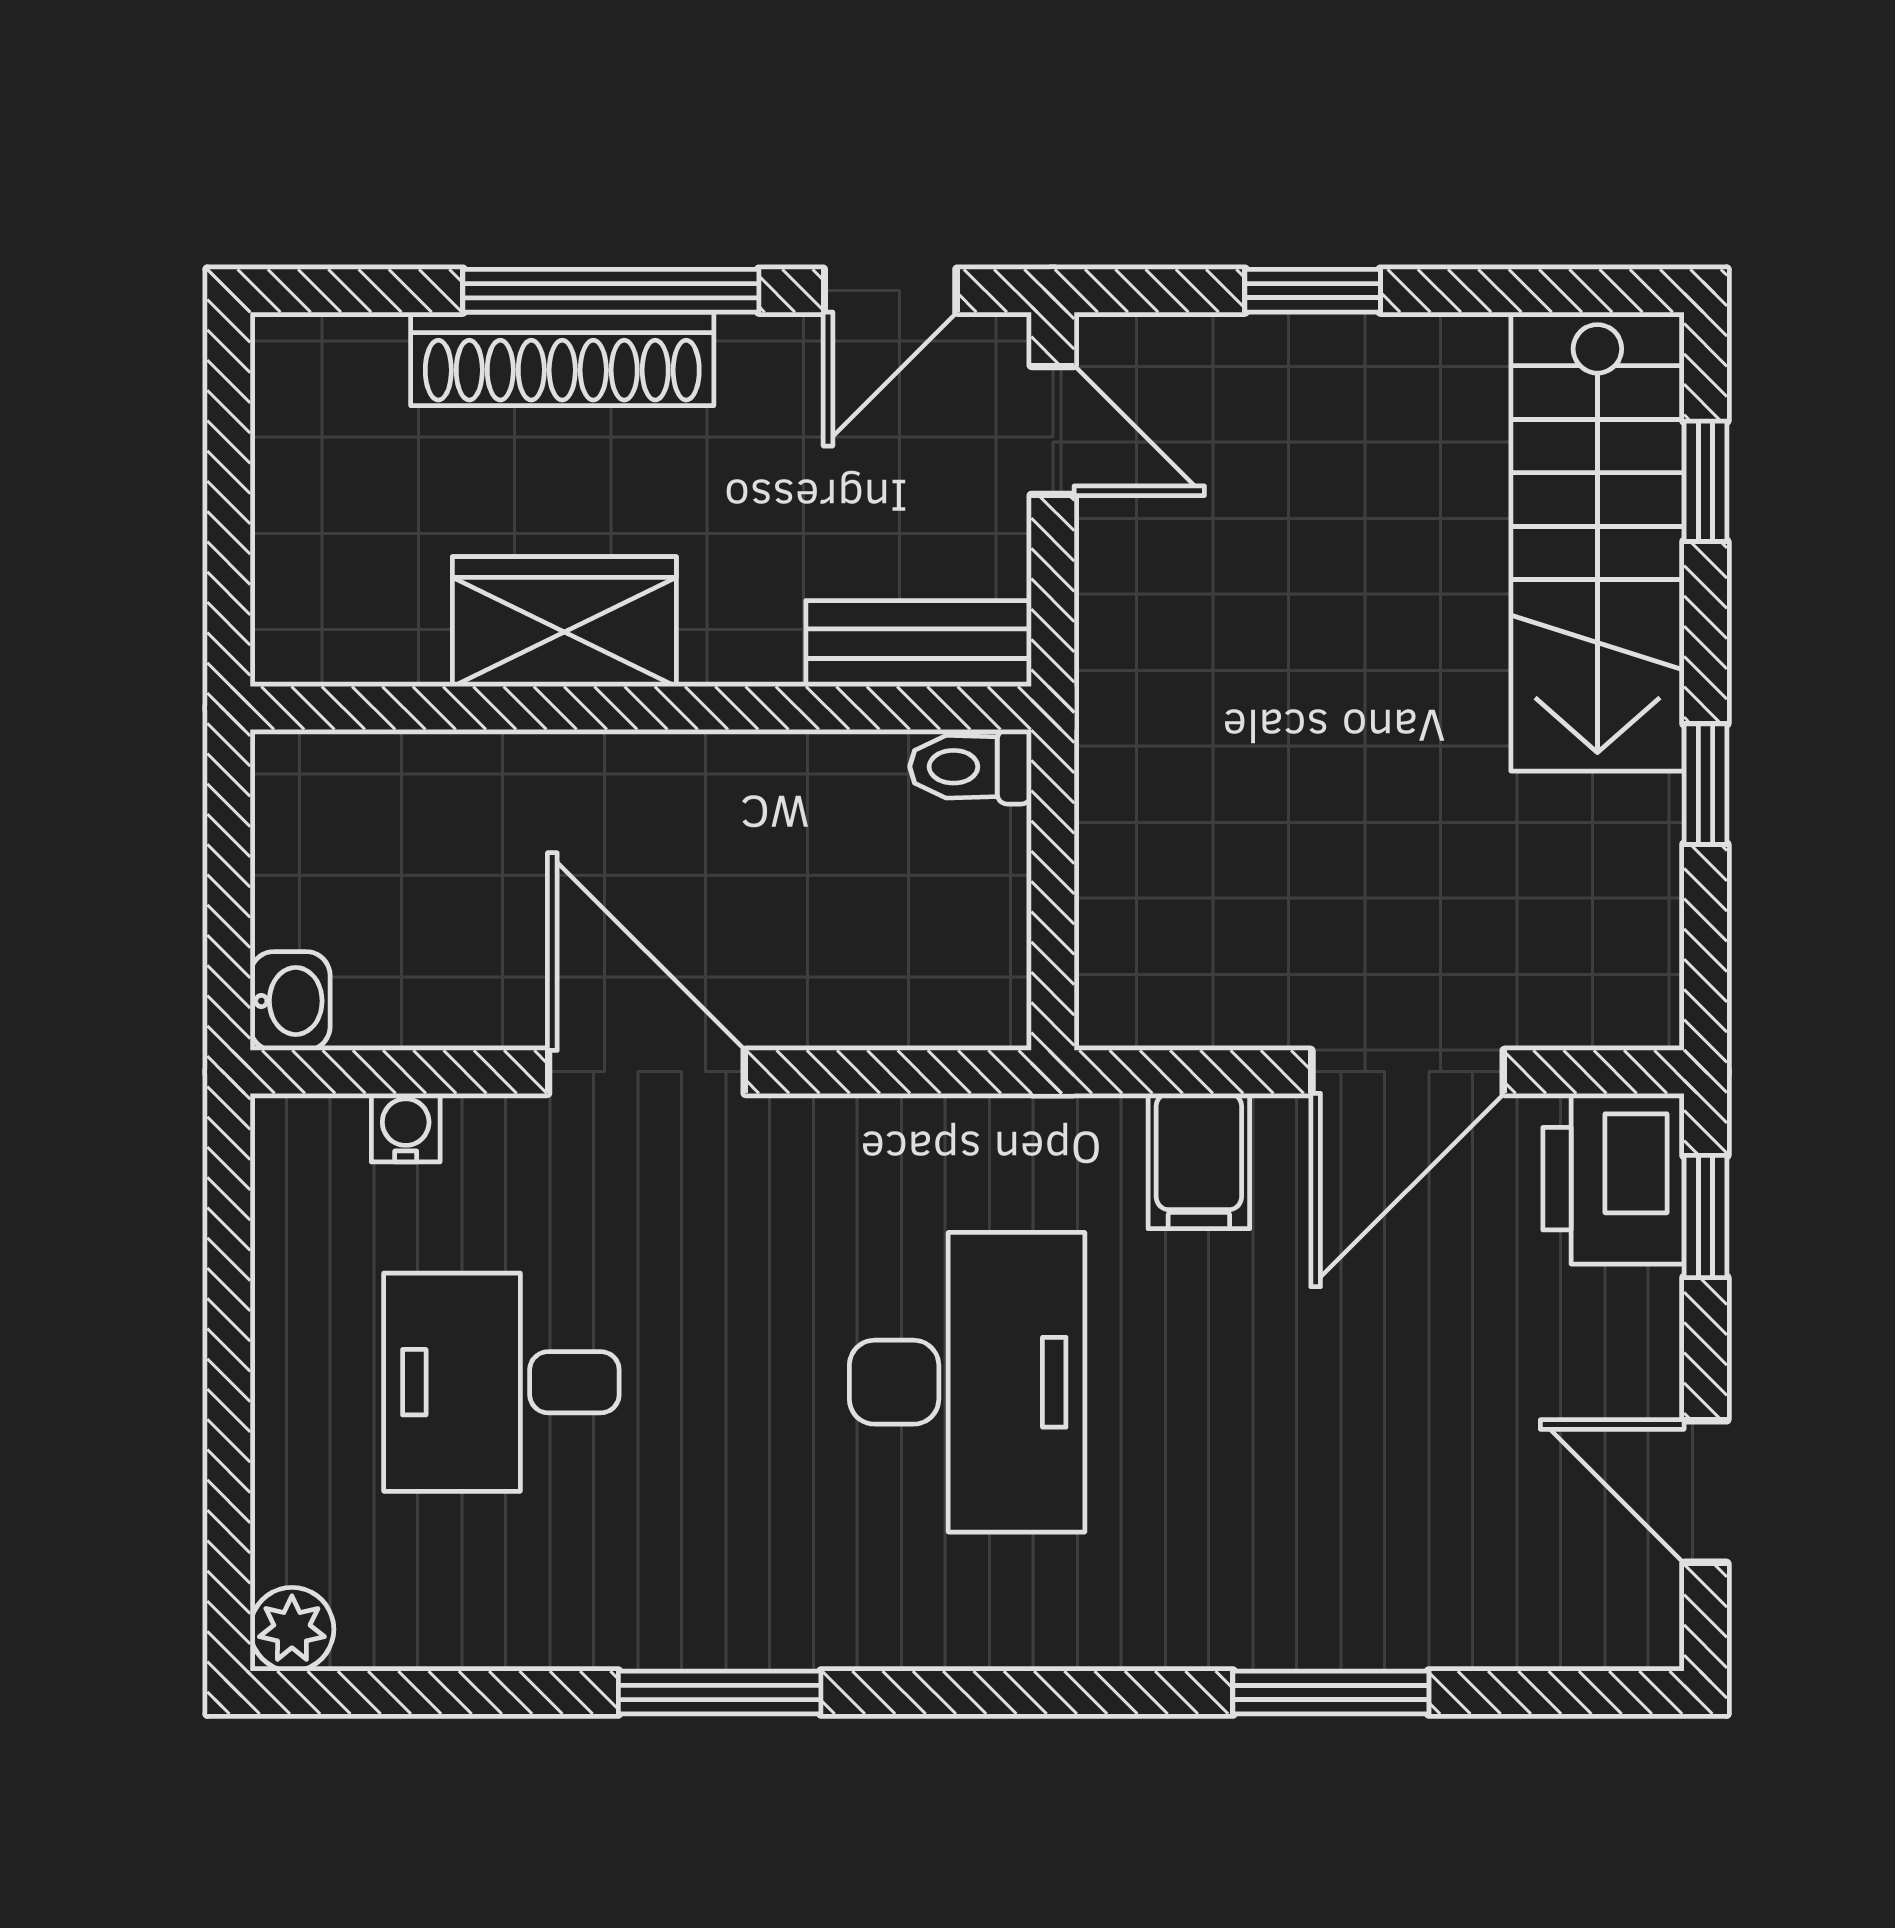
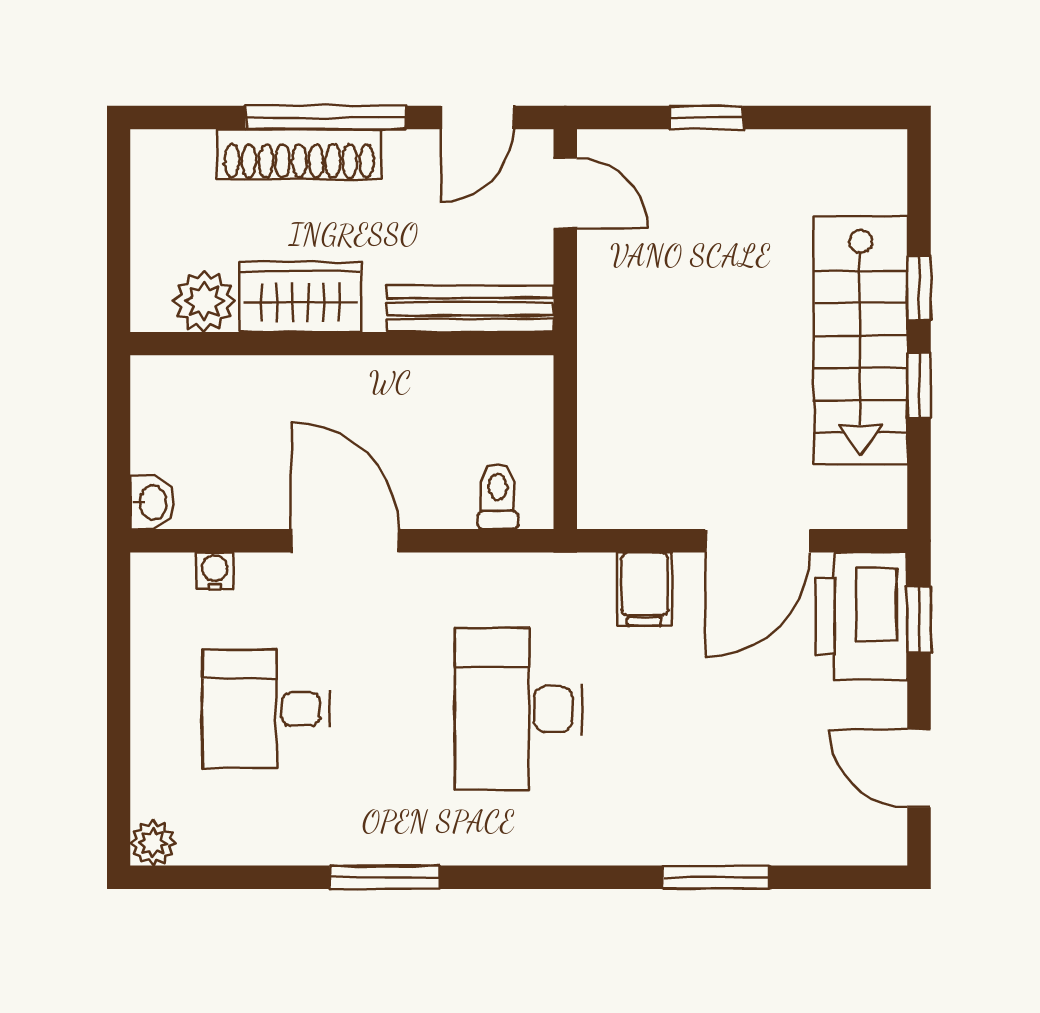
window: (1705, 481) -> (919, 288), moved
stairs: (1597, 542) -> (860, 341), moved
plant: (387, 630) -> (204, 301), added
bench: (919, 644) -> (470, 309), width x1.36
toilet: (971, 767) -> (498, 496), moved, turned 90
printer: (1613, 1179) -> (862, 616), width x1.37, depth x1.19
desk: (967, 1382) -> (519, 709), turned 180

